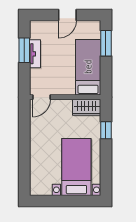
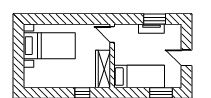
wardrobe: (87, 107) -> (103, 69), width x1.50
bed with nightstands: (76, 167) -> (49, 46), moved

